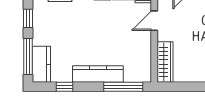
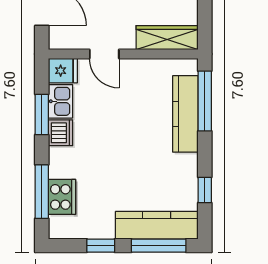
kitchen counter: (41, 64) -> (157, 225), width x1.50
kitchen counter: (98, 74) -> (185, 114), moved

